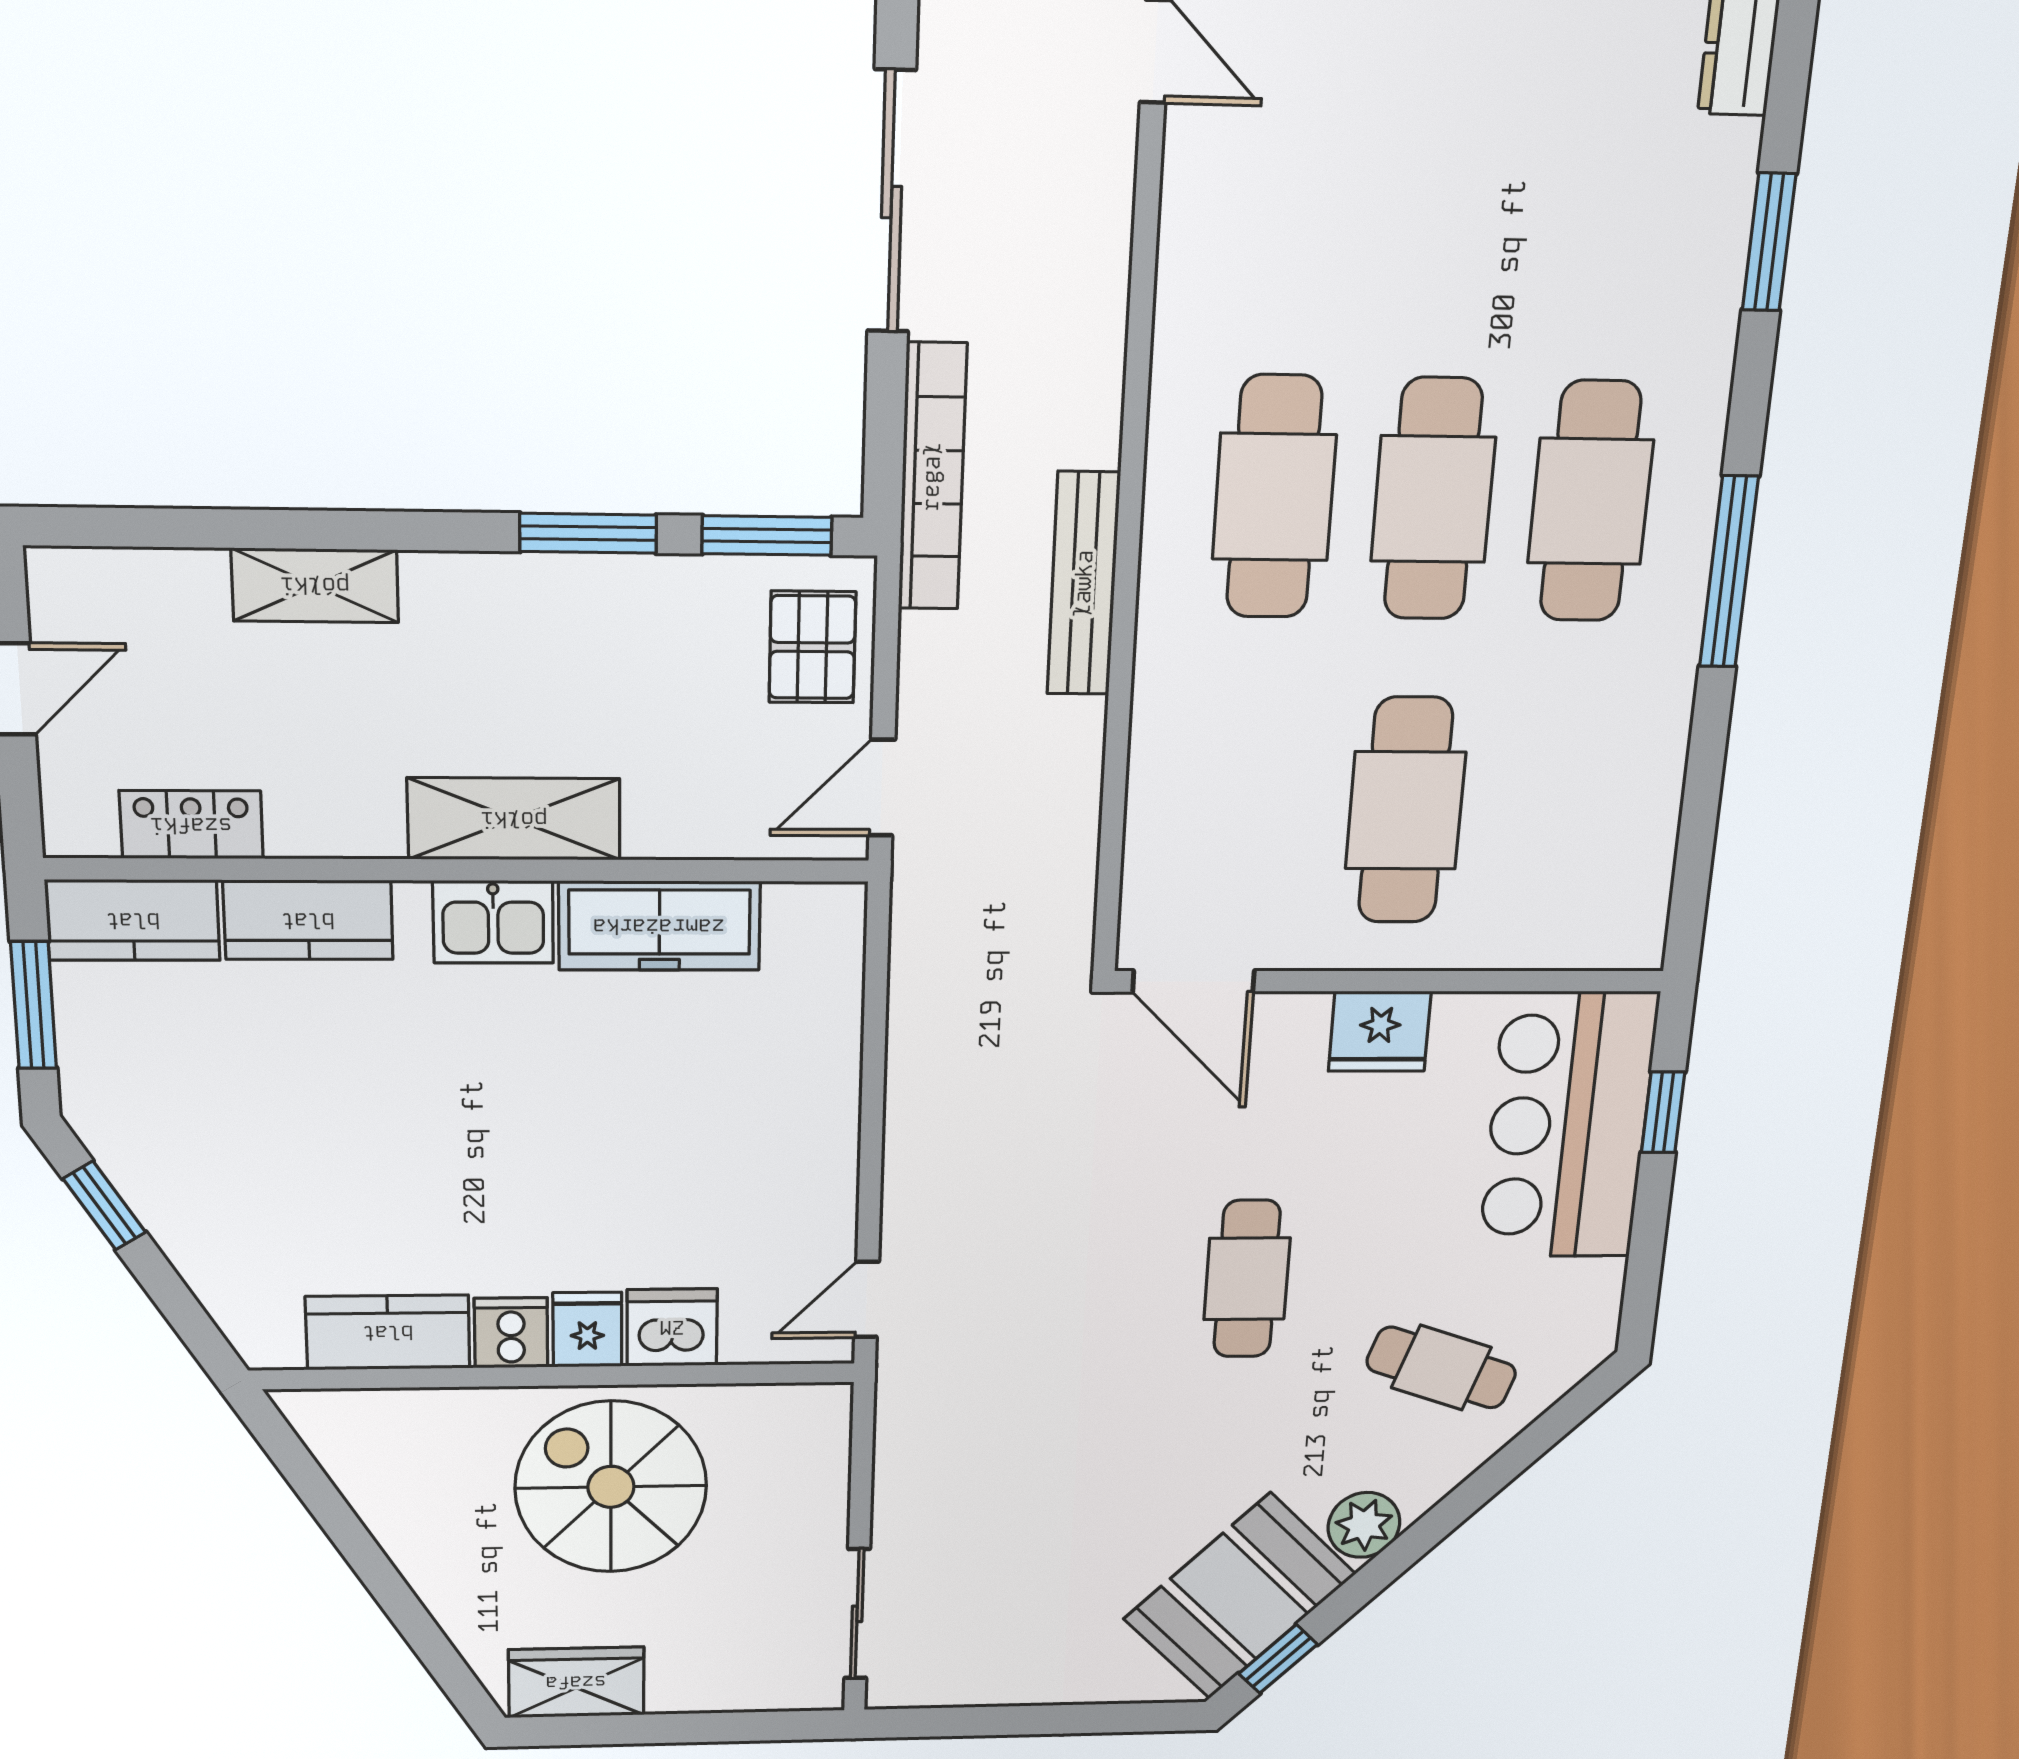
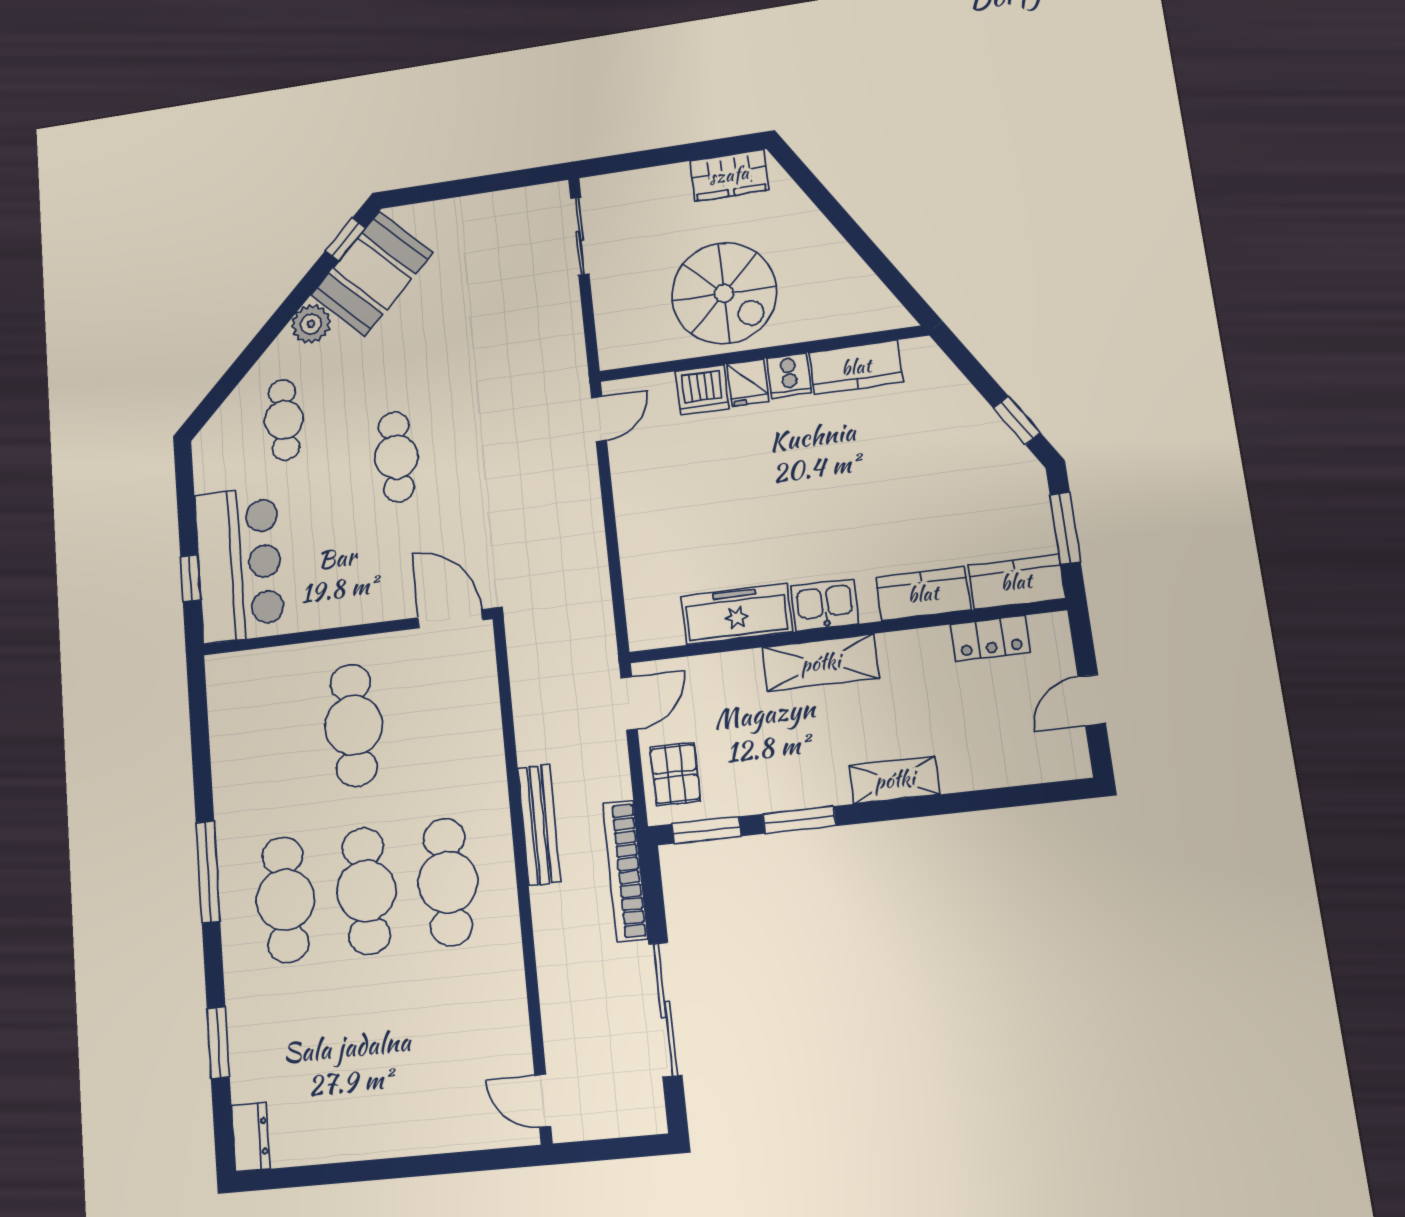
shelving: (315, 585) -> (894, 780), moved
fridge: (1380, 1031) -> (348, 604), removed
cafe table: (1441, 1368) -> (284, 420), turned 71

